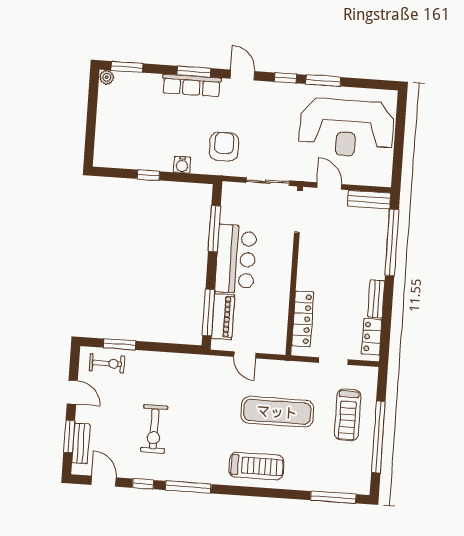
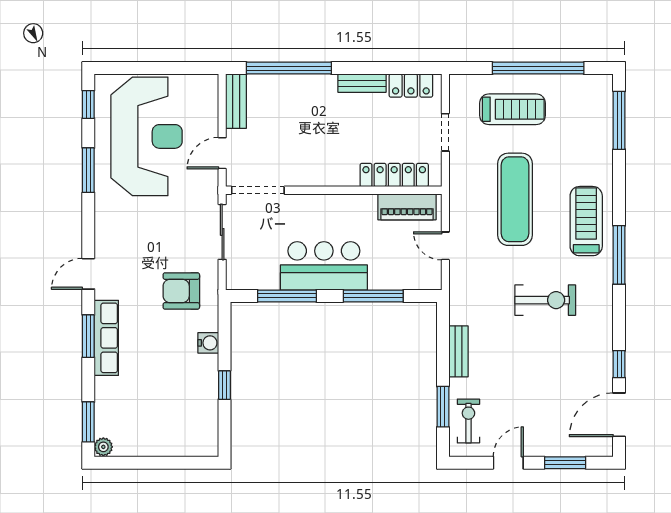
window: (285, 78) -> (88, 104), moved
window: (209, 312) -> (373, 296), moved
piano: (223, 317) -> (407, 207), moved, turned 180
door: (245, 355) -> (445, 246), swing flipped
exercise bike: (154, 429) -> (545, 300), moved
bench: (81, 443) -> (459, 351), moved, turned 90
door: (104, 481) -> (619, 415), width x1.38
window: (188, 487) -> (619, 255), moved

